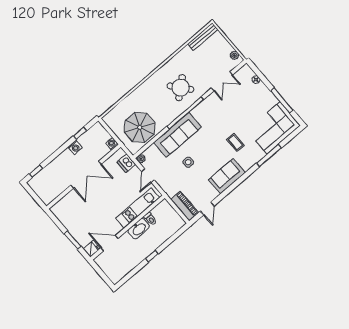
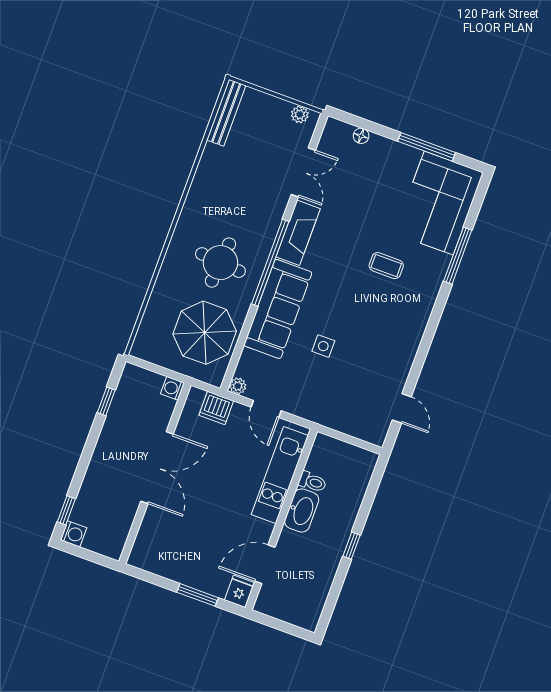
round table: (180, 88) -> (220, 263), moved, turned 45
fireplace: (205, 107) -> (298, 233), added
washing machine: (75, 147) -> (74, 534), moved
sofa: (227, 176) -> (404, 333), removed
piano: (185, 206) -> (360, 426), removed

